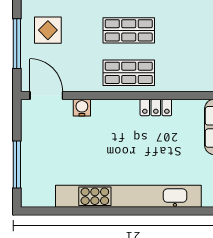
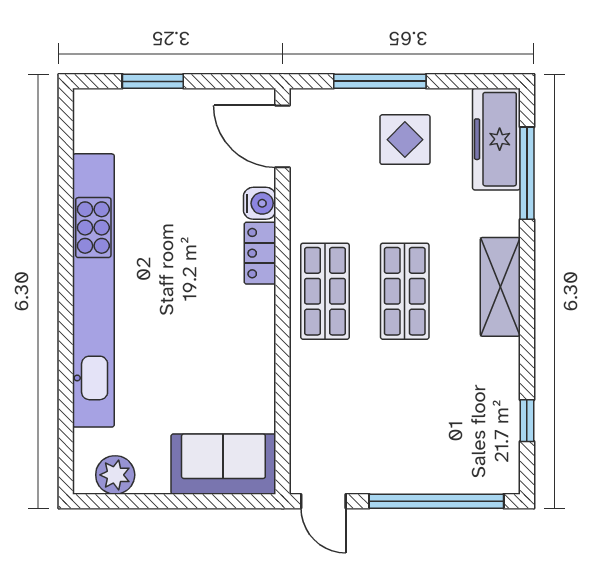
door: (46, 95) -> (283, 136), swing flipped
locker: (156, 107) -> (260, 253), moved
window: (17, 165) -> (153, 81), width x0.69

